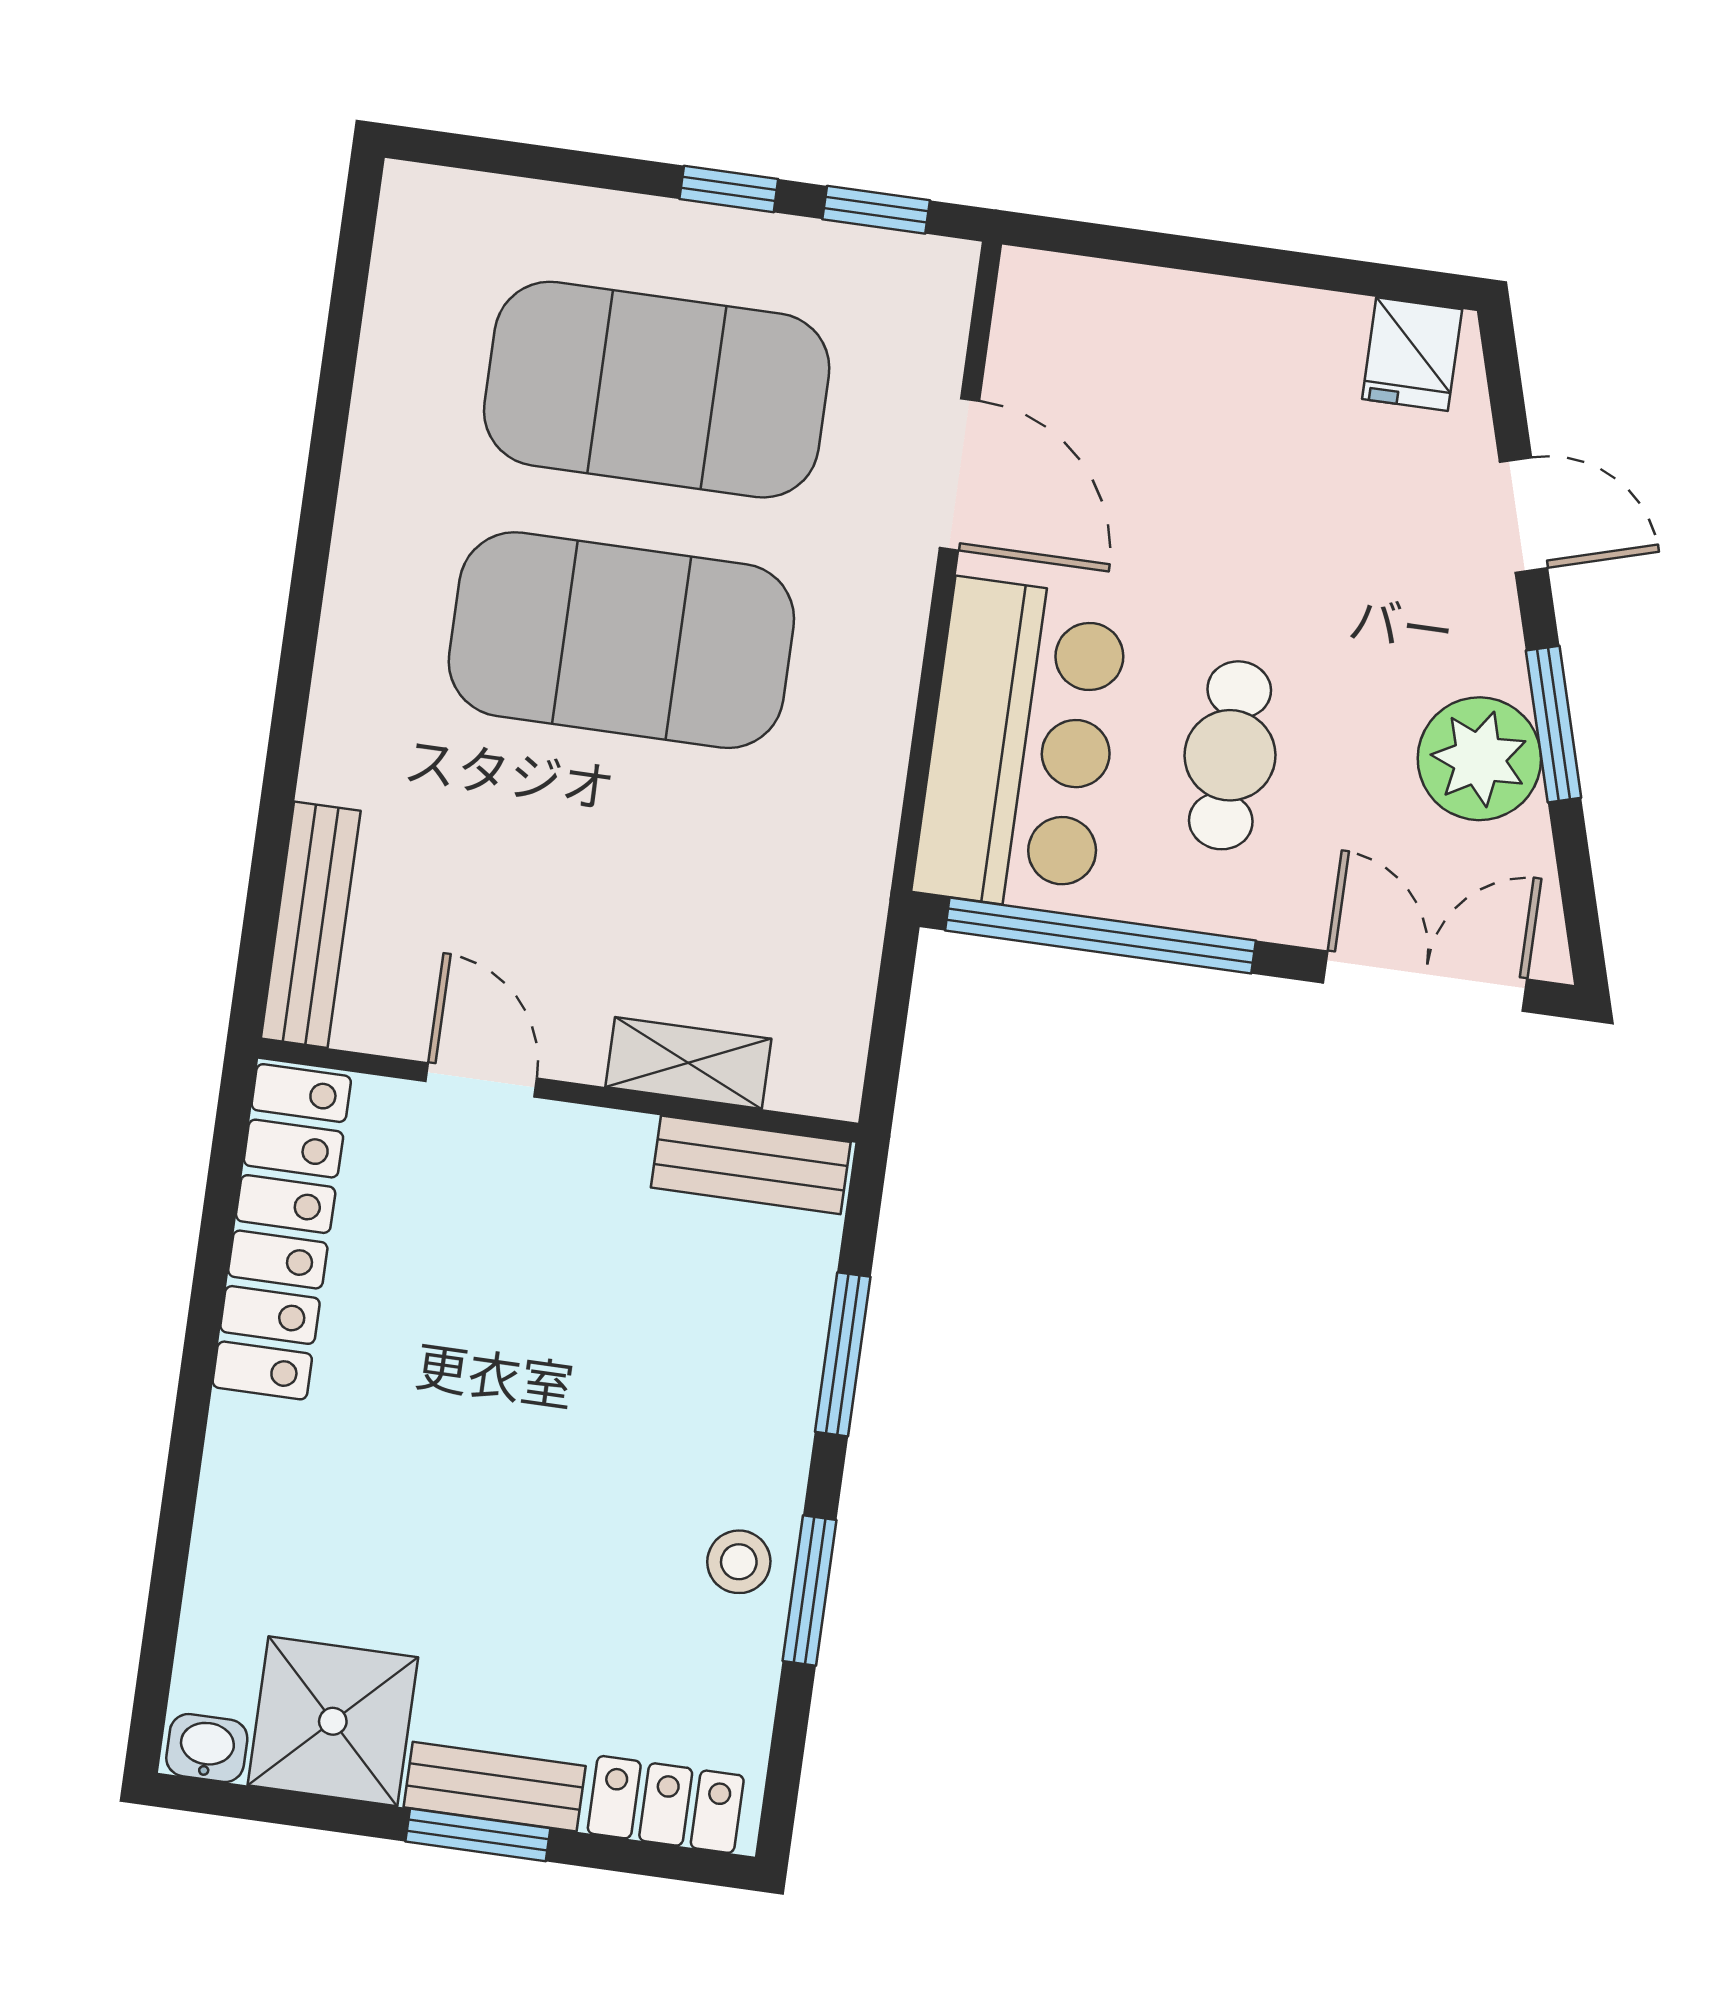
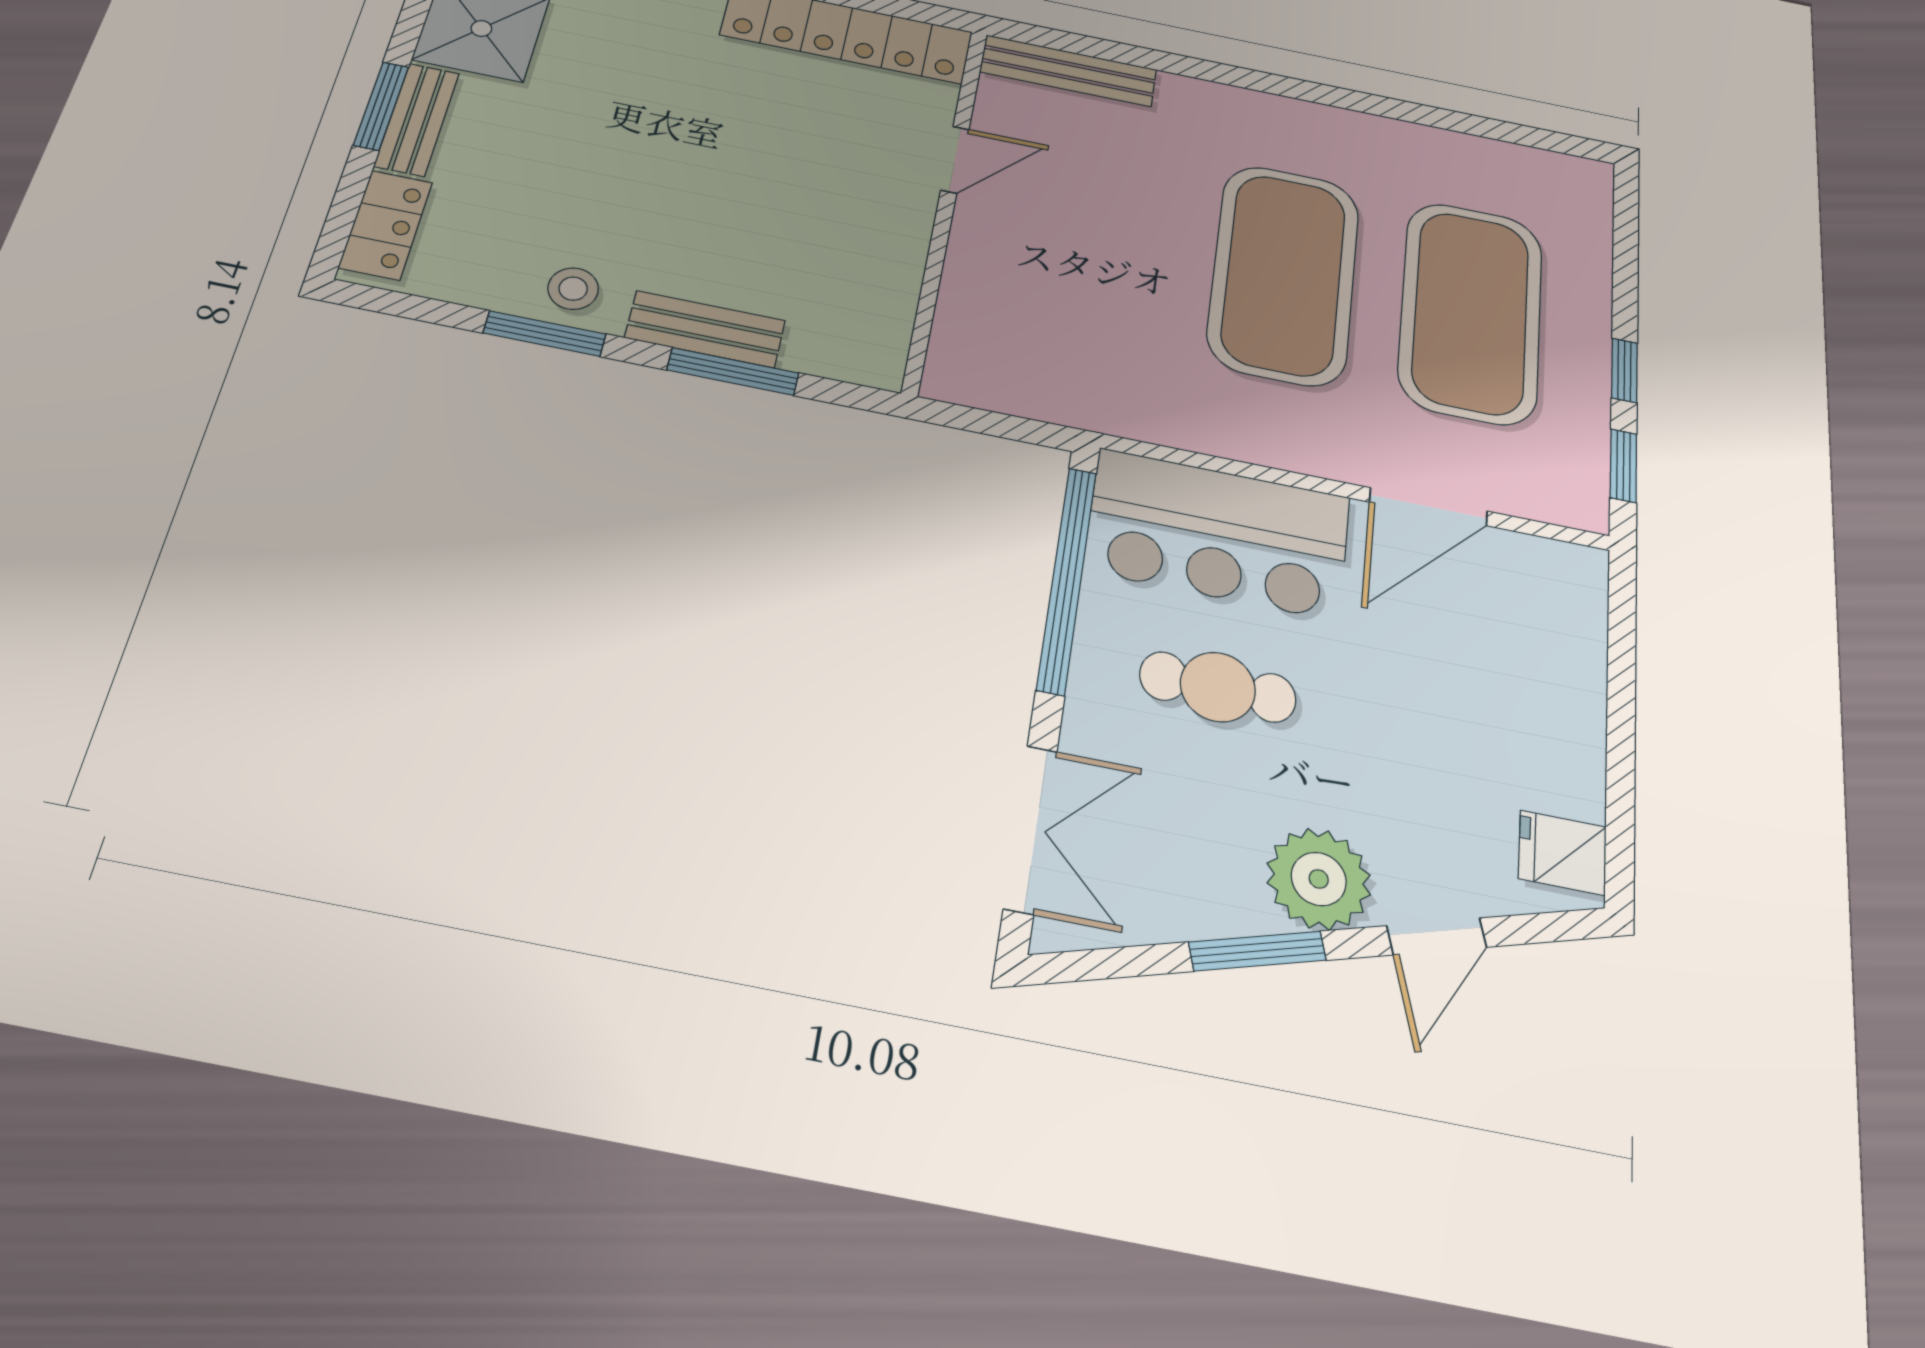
plant: (1479, 759) -> (1319, 879), moved
shelving: (688, 1063) -> (966, 289), removed
bench: (751, 1165) -> (705, 329), moved, turned 90

